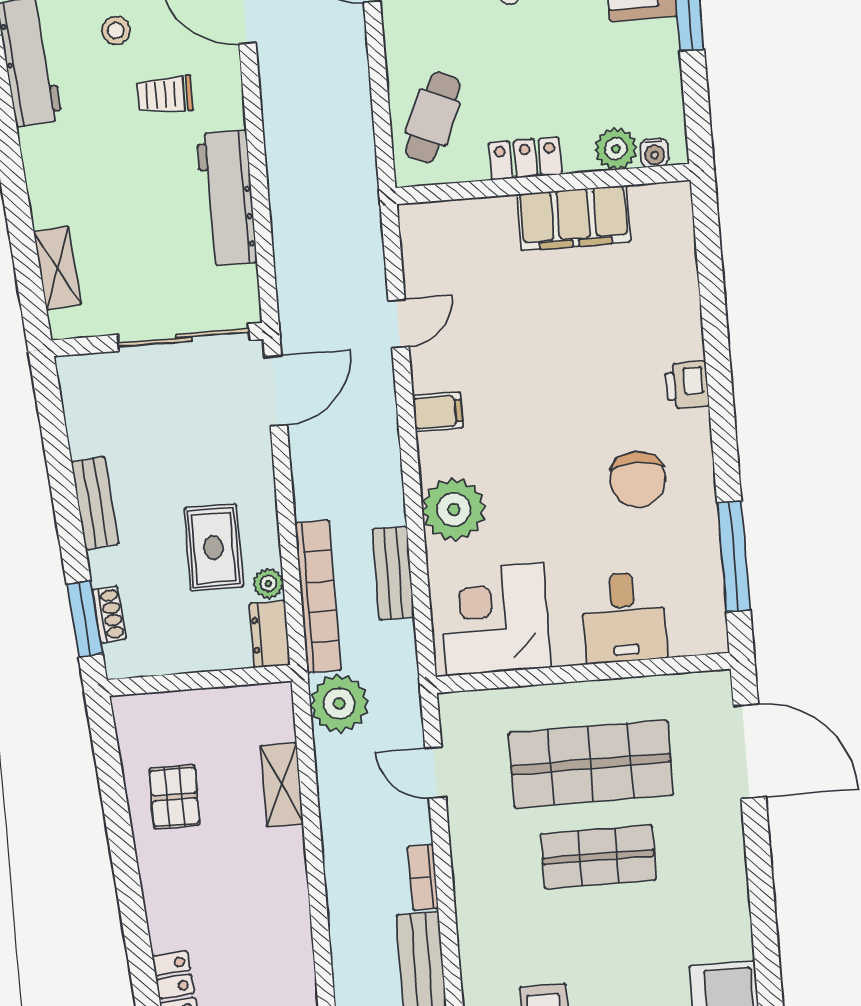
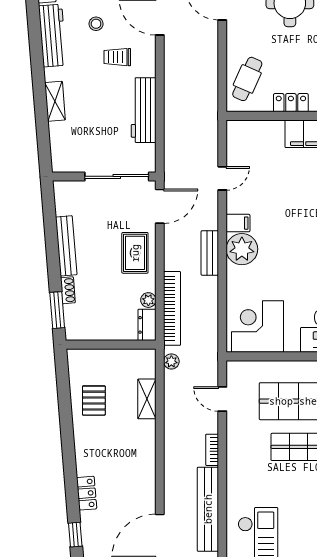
shelving: (57, 268) -> (55, 101), moved
bench: (95, 503) -> (66, 246), width x1.36
plant: (454, 509) -> (242, 249), moved
rug: (214, 547) -> (135, 253), moved
bench: (393, 573) -> (210, 253), moved
shoe rack: (109, 614) -> (68, 290), moved
plant: (339, 703) -> (171, 361), width x0.53, depth x0.53

